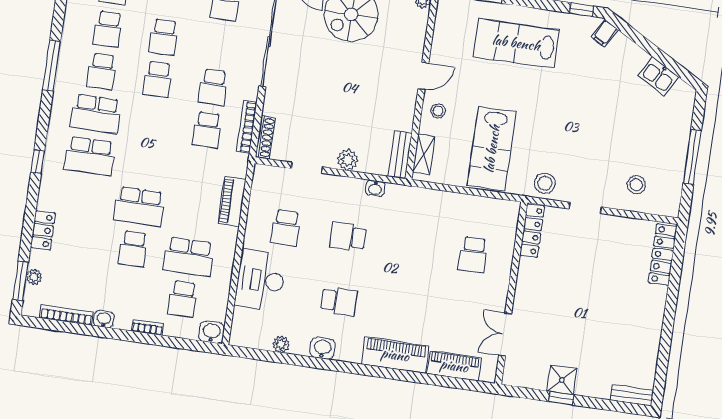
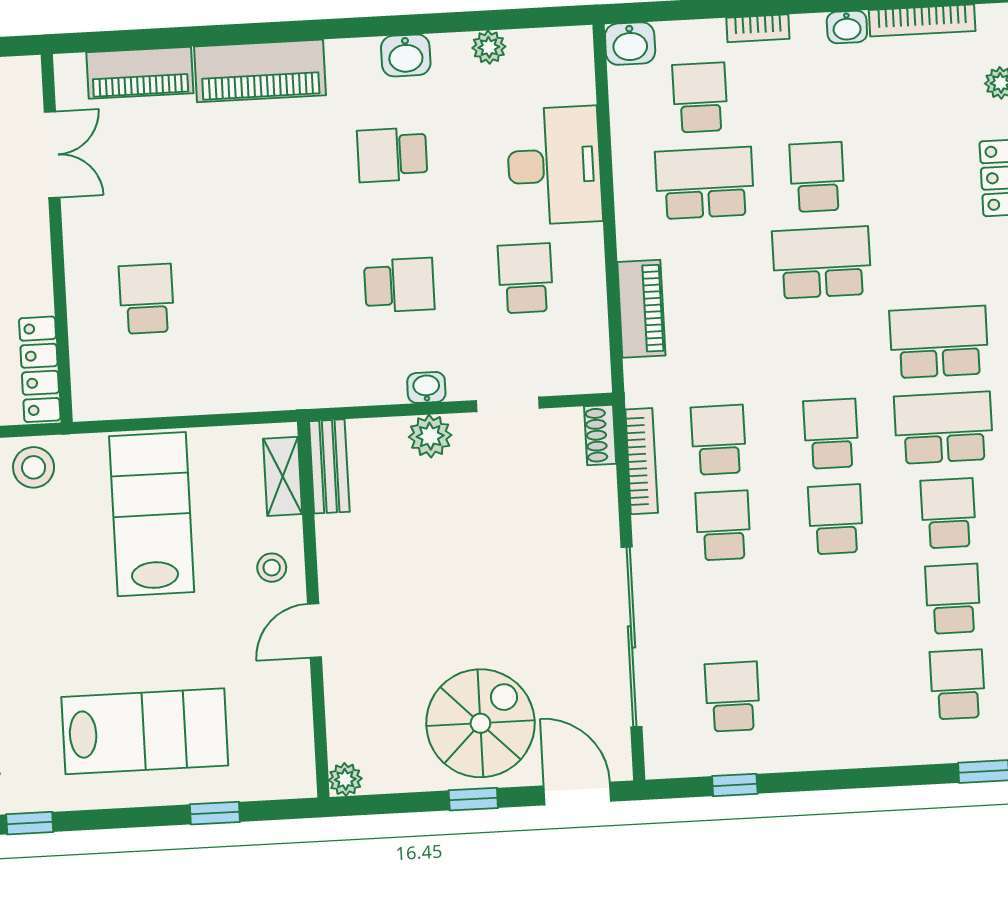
school desk: (164, 37) -> (831, 434), moved
shoe rack: (265, 137) -> (600, 435), width x0.70
washbasin: (375, 188) -> (426, 388), moved

